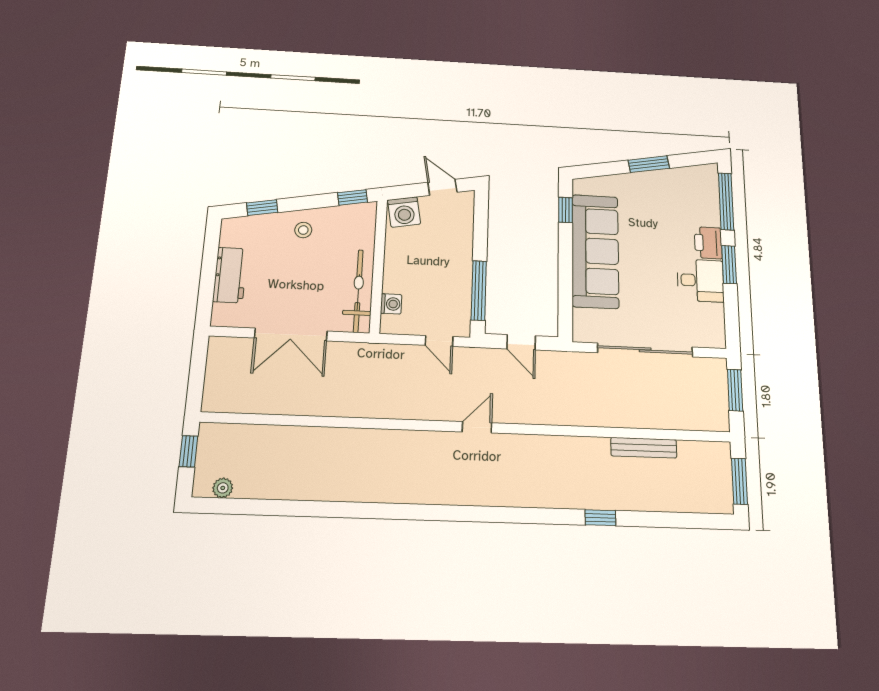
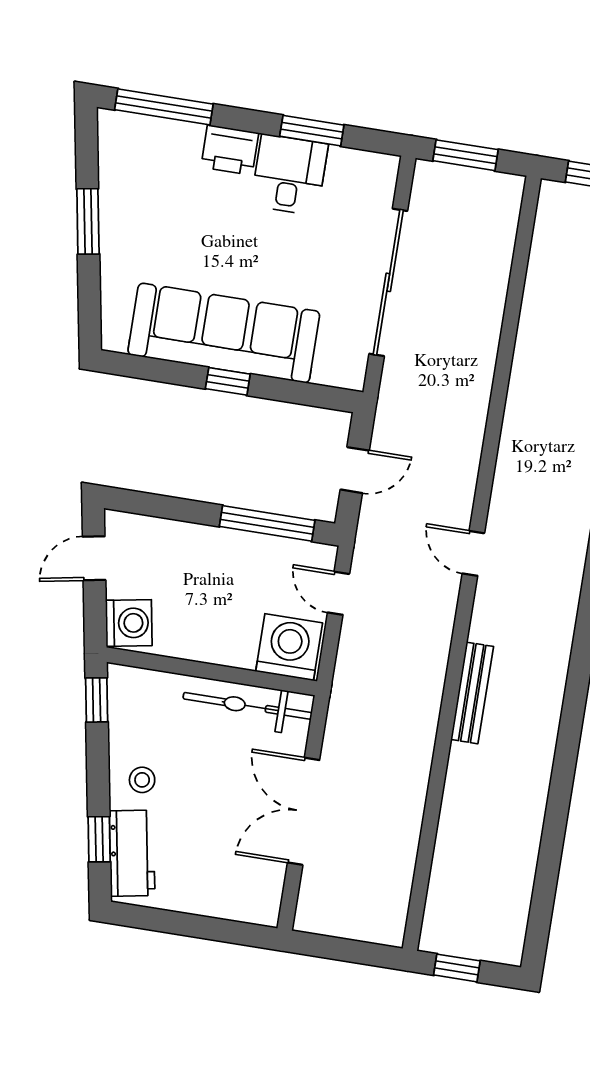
window: (566, 210) -> (228, 381), moved
window: (729, 265) -> (312, 131), moved
workbench: (230, 275) -> (132, 853), moved, turned 80
washing machine: (391, 304) -> (289, 647), width x1.89, depth x1.89
double door: (291, 335) -> (304, 811), swing flipped
door: (439, 341) -> (338, 593), swing flipped
bench: (644, 448) -> (472, 693), moved
plant: (223, 488) -> (514, 923), removed

